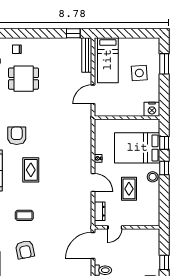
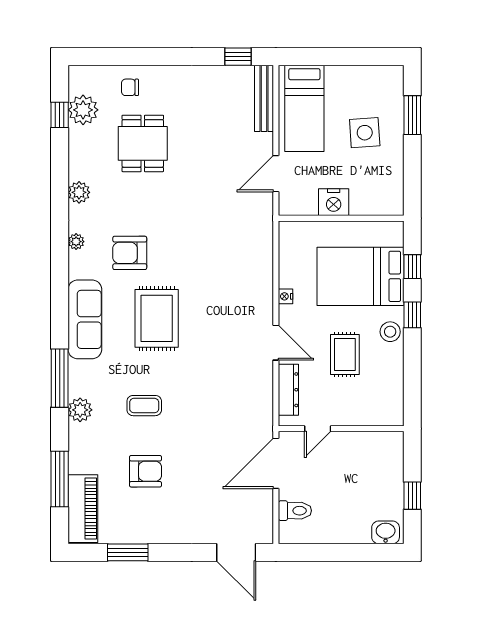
dining table: (24, 79) -> (143, 143), turned 90
nightstand: (152, 109) -> (334, 202), moved
armchair: (17, 136) -> (130, 253), turned -90
rug: (31, 170) -> (157, 318), width x1.36, depth x1.43
dresser: (100, 211) -> (288, 390), width x1.44
armchair: (25, 250) -> (146, 471), turned -79

